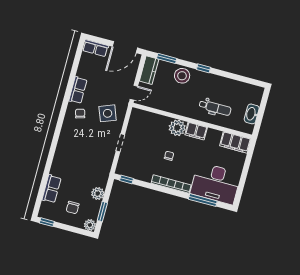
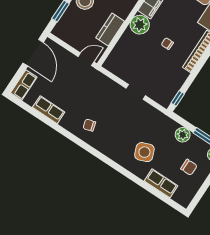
kitchen counter: (149, 70) -> (110, 29), moved, turned -90
row of seats: (78, 90) -> (49, 110), moved
door: (134, 93) -> (86, 59), hinge flipped
side table: (108, 113) -> (144, 152), moved
window: (47, 222) -> (196, 200), removed

